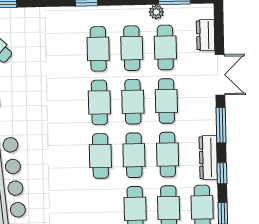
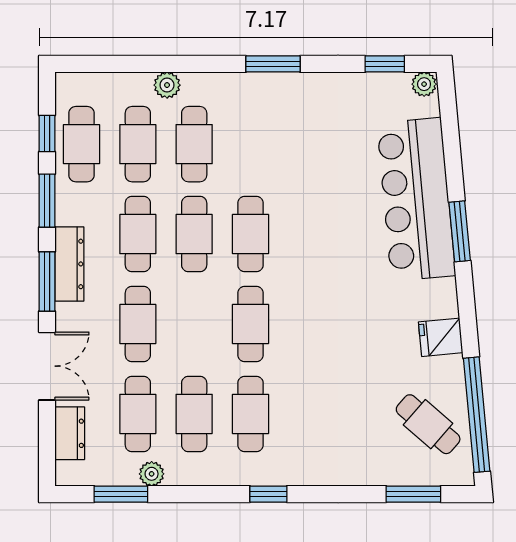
double door: (220, 75) -> (47, 366), swing flipped
cafe table: (133, 102) -> (194, 324), removed
dresser: (208, 157) -> (69, 264), moved
window: (222, 173) -> (47, 201), width x1.50

